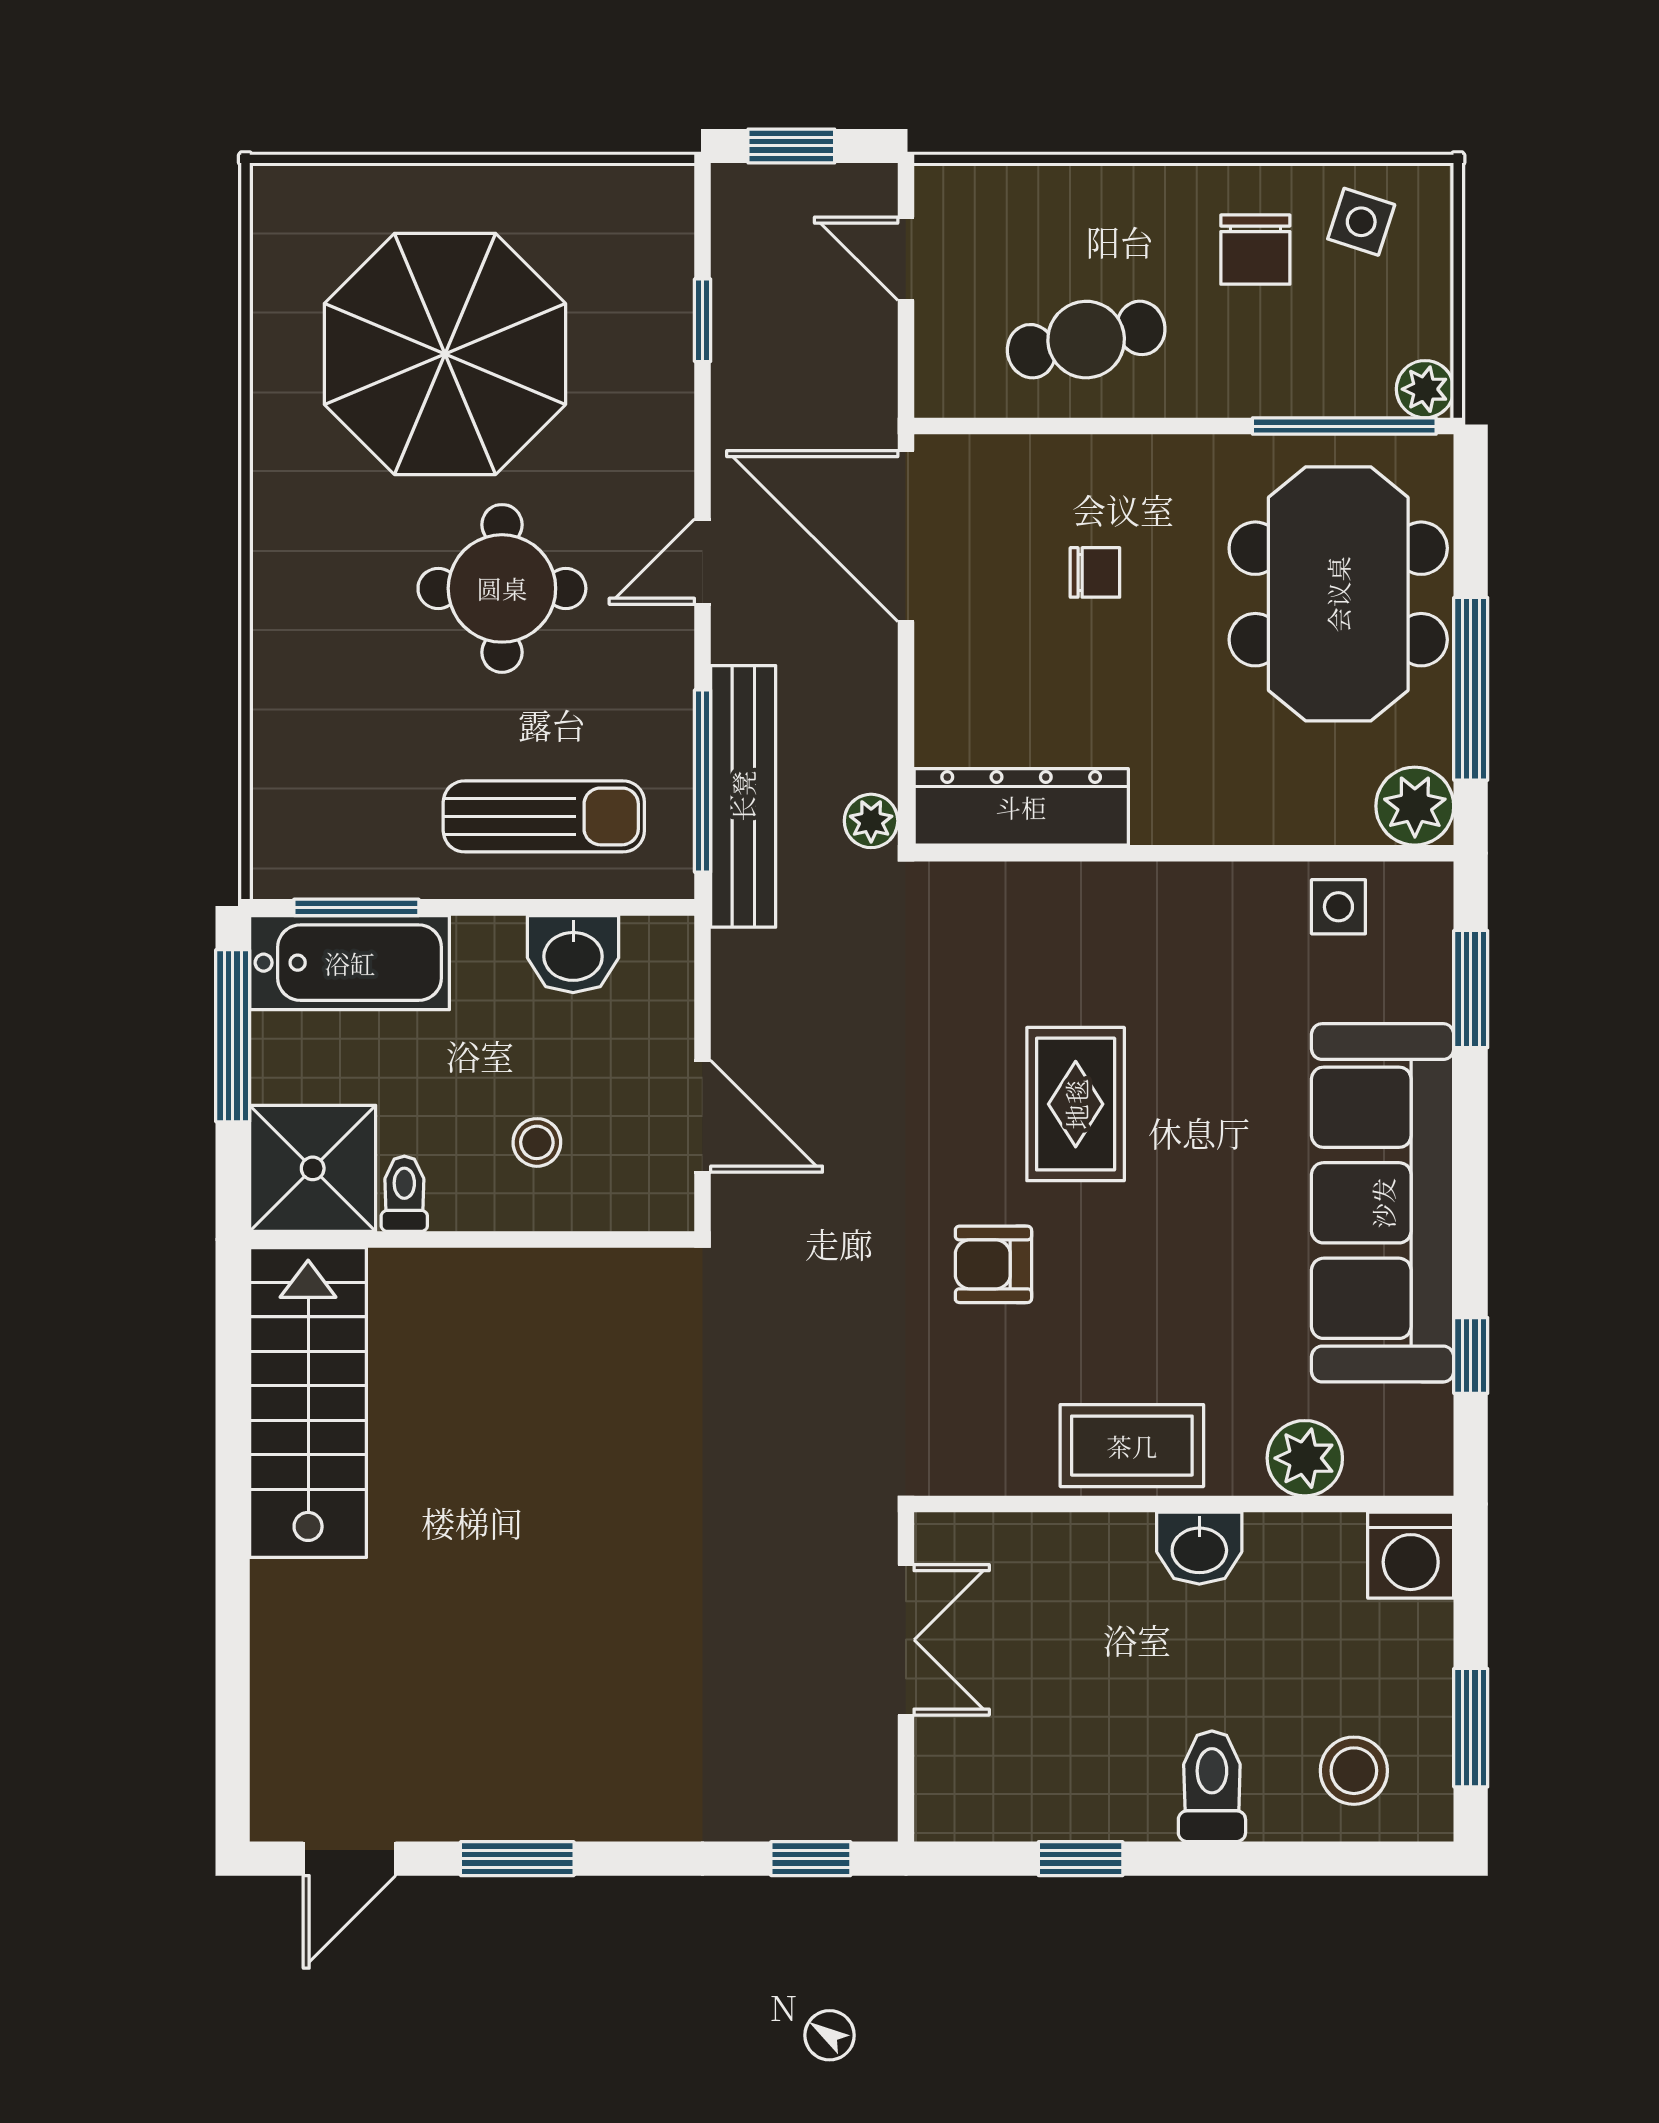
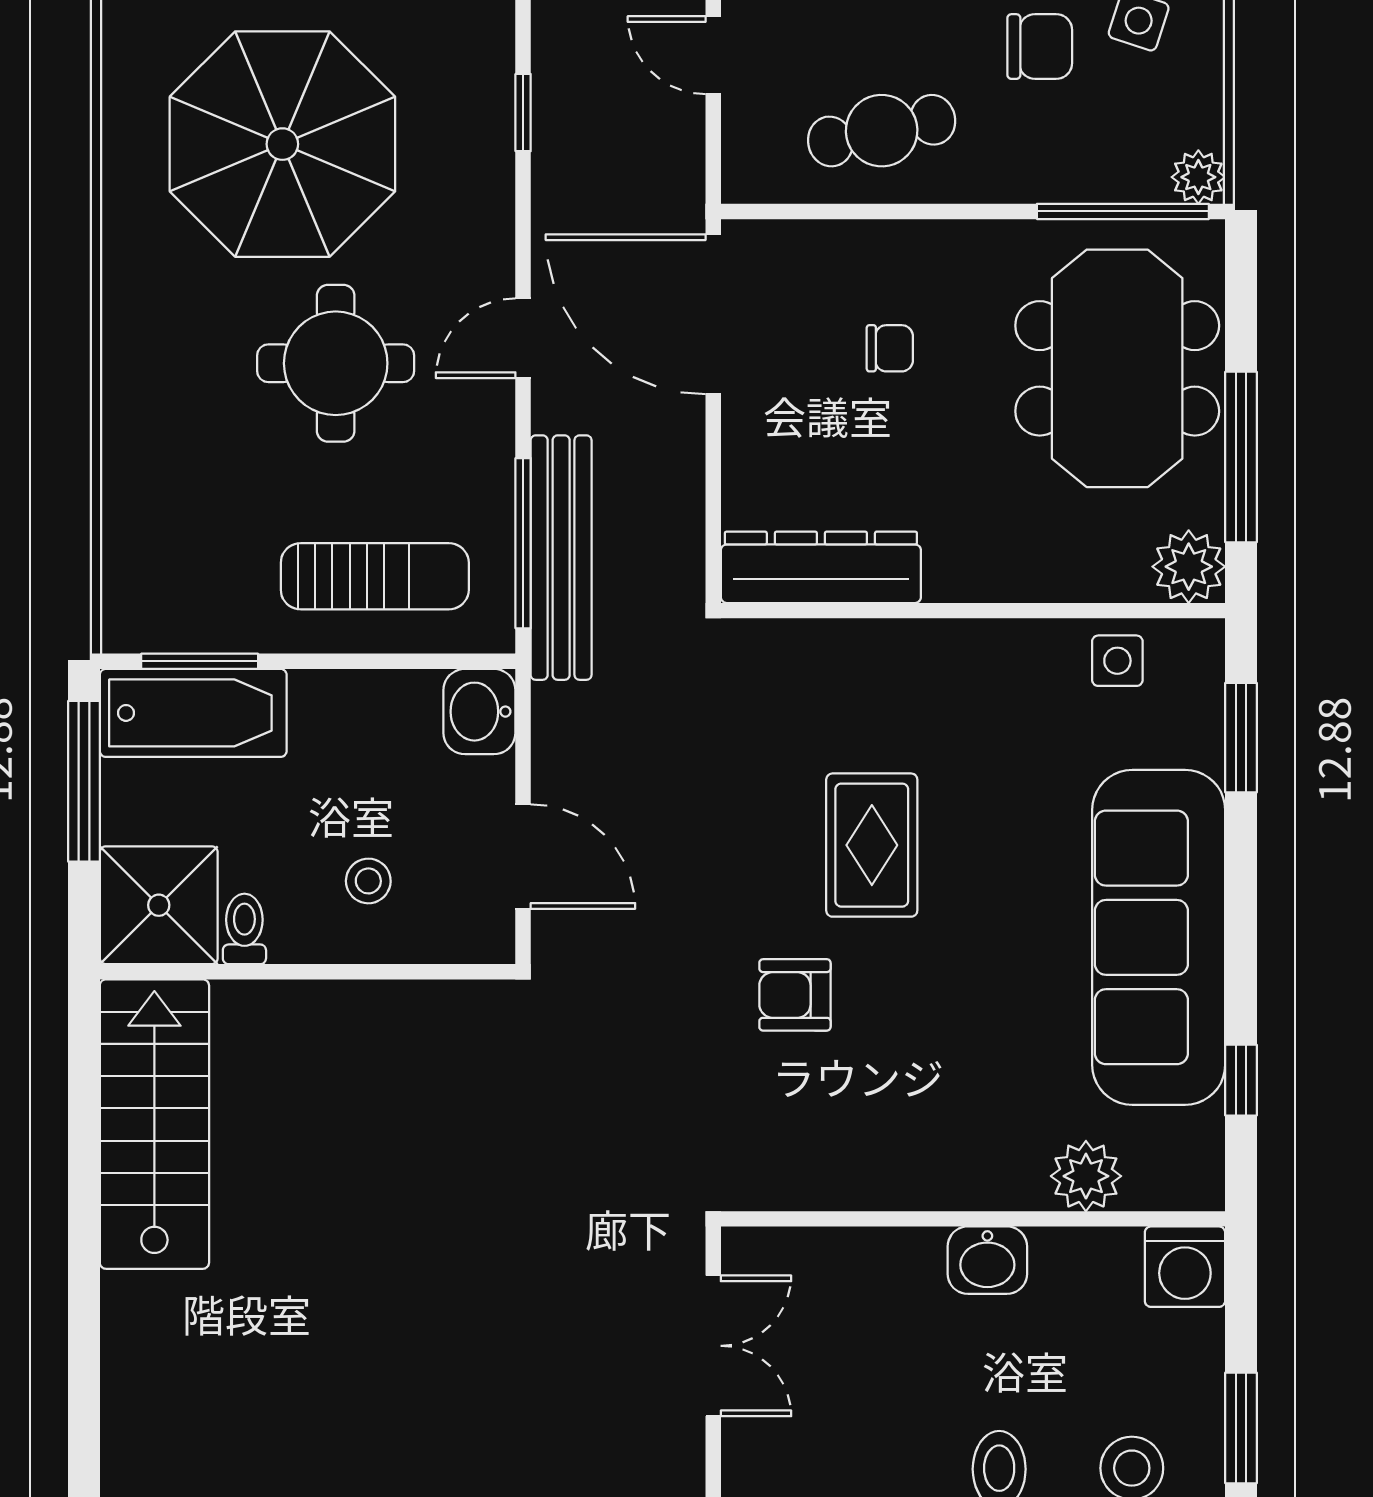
chair: (1255, 250) -> (1040, 47), turned -90
plant: (871, 821) -> (681, 580), removed
washbasin: (573, 954) -> (479, 712), moved, turned 90
coffee table: (1132, 1446) -> (924, 1164), removed

